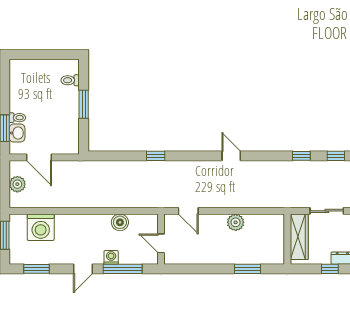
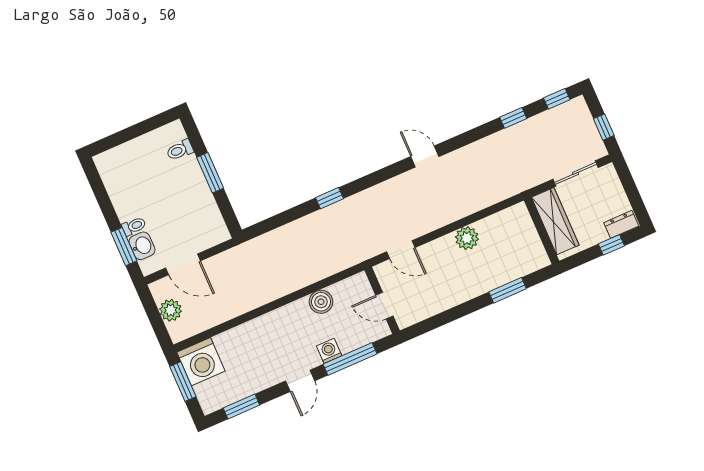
washing machine: (41, 227) -> (201, 362), moved

